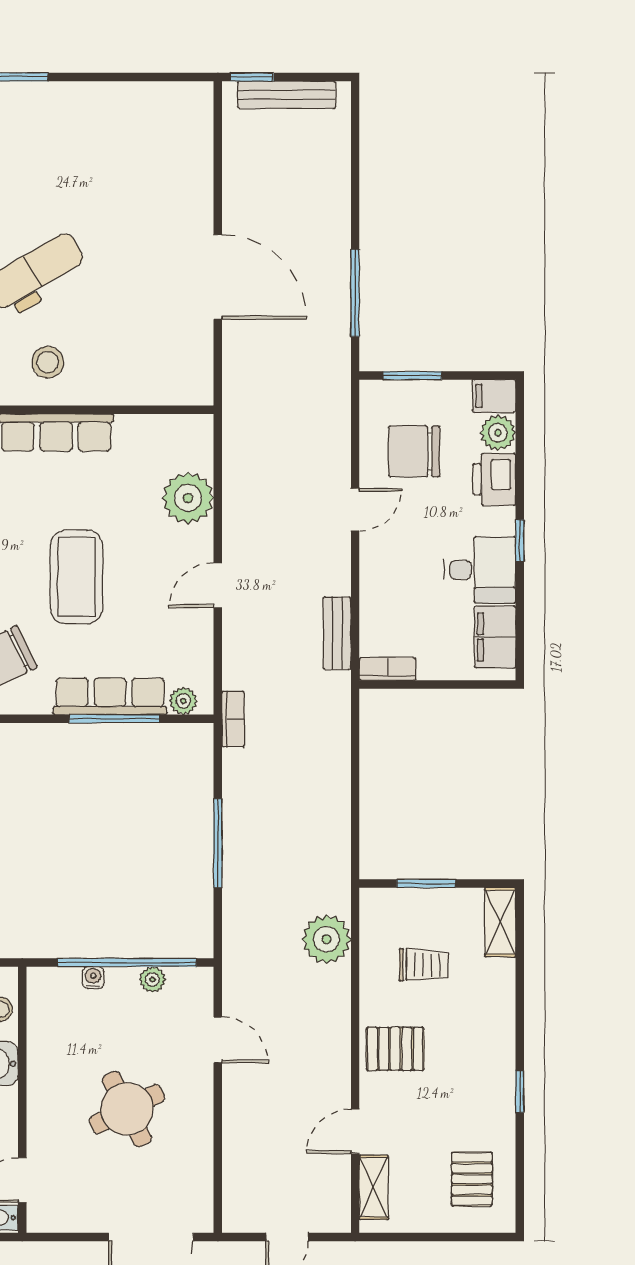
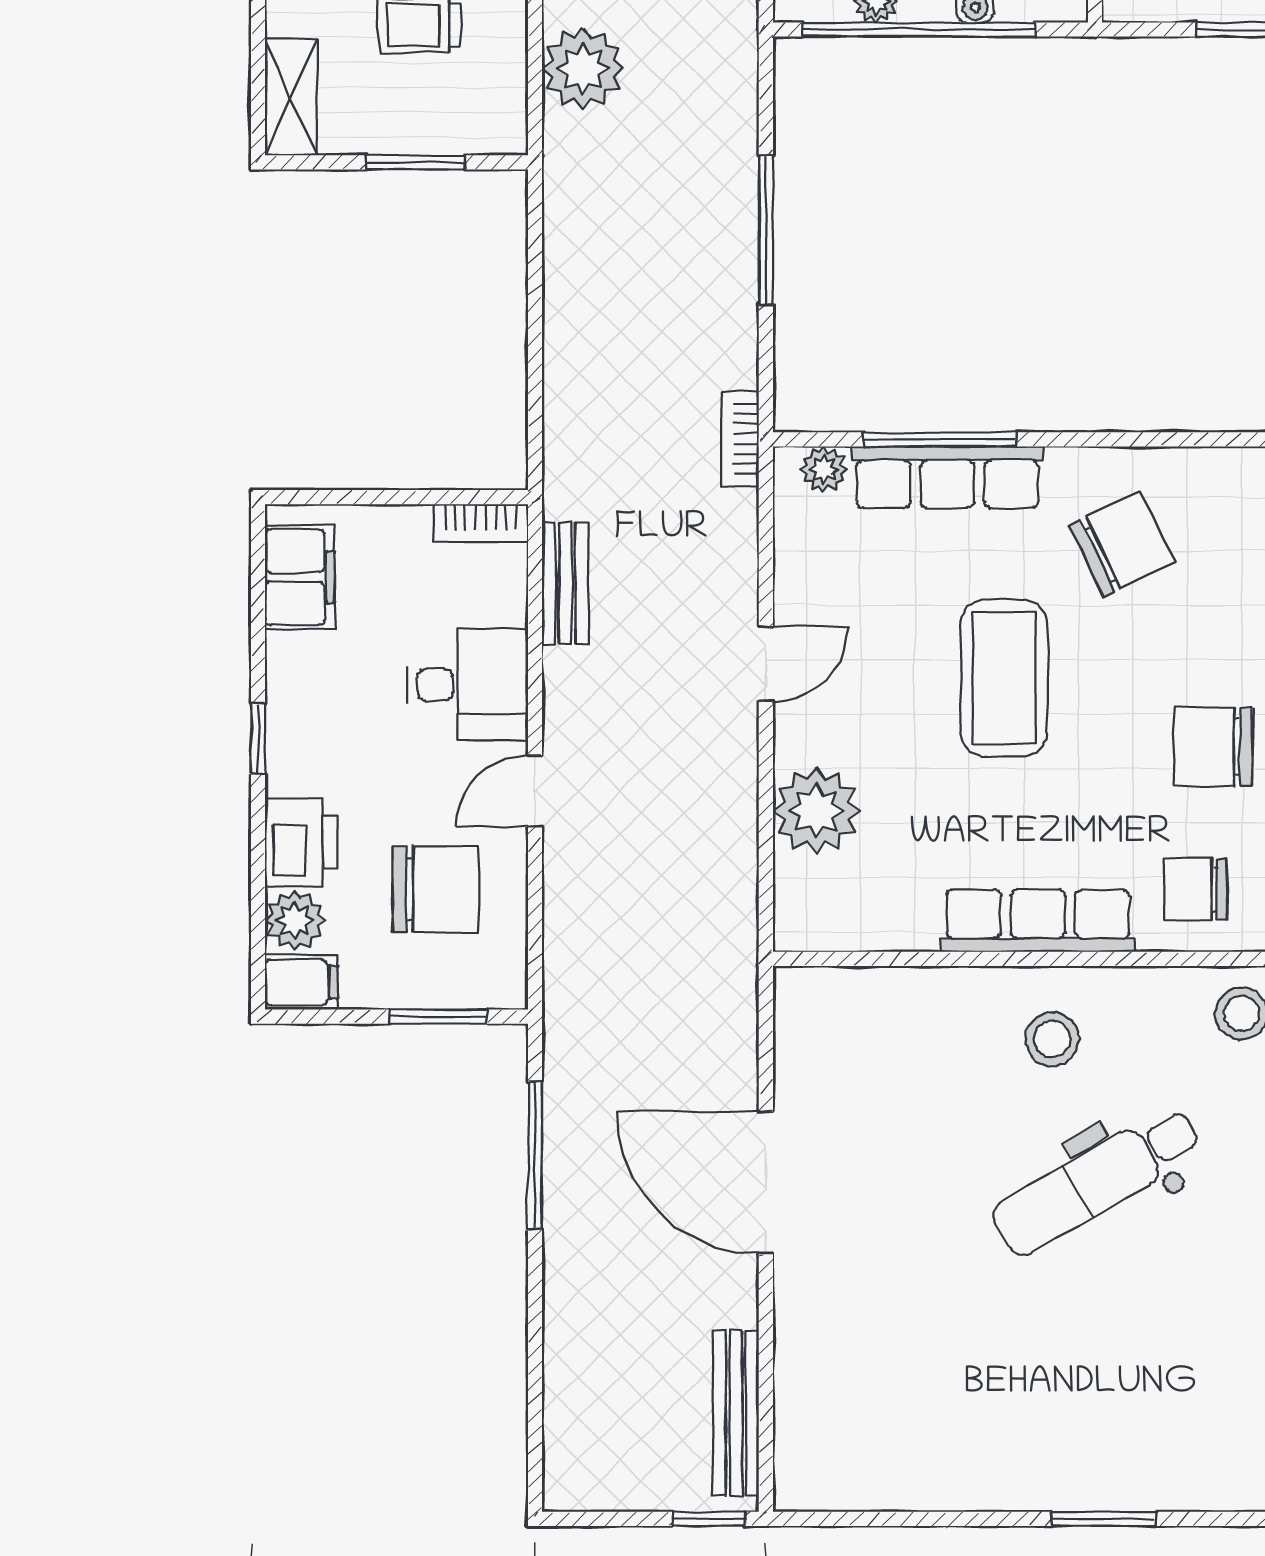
bench: (286, 95) -> (736, 1413), moved, turned 90
desk: (480, 570) -> (468, 685), moved, turned 180

